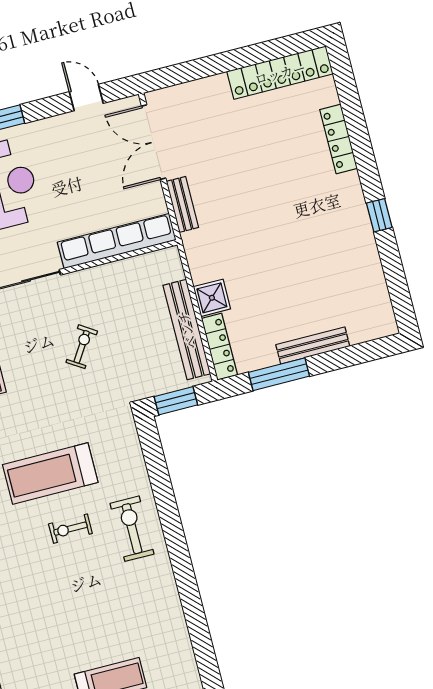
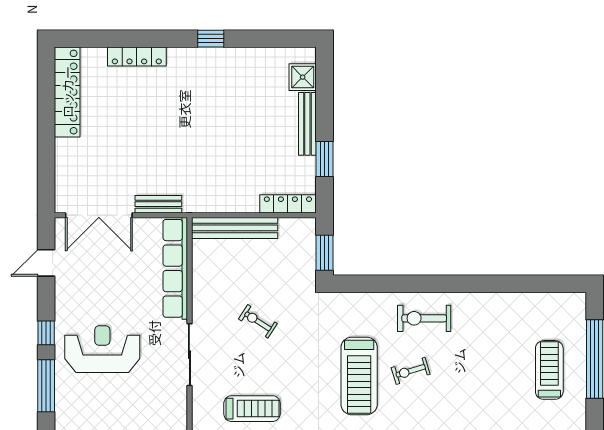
shower: (212, 298) -> (303, 77), moved
bench: (187, 330) -> (235, 228), moved
window: (279, 374) -> (325, 159), width x0.69
exercise bike: (70, 529) -> (411, 371), turned 73

